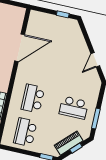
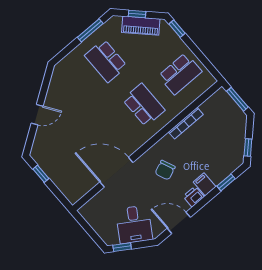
door: (95, 60) -> (37, 115), moved
school desk: (33, 98) -> (144, 105), turned -90
school desk: (74, 108) -> (106, 61), turned 180

